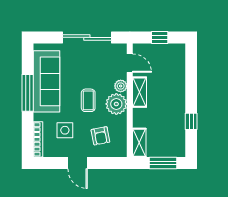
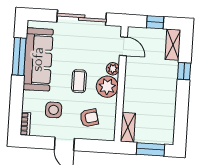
shelving: (140, 92) -> (173, 45), moved
window: (28, 93) -> (19, 56), moved
window: (191, 121) -> (184, 71), moved
armchair: (100, 136) -> (89, 118), turned -94
bookcase: (38, 139) -> (25, 124), width x0.64

